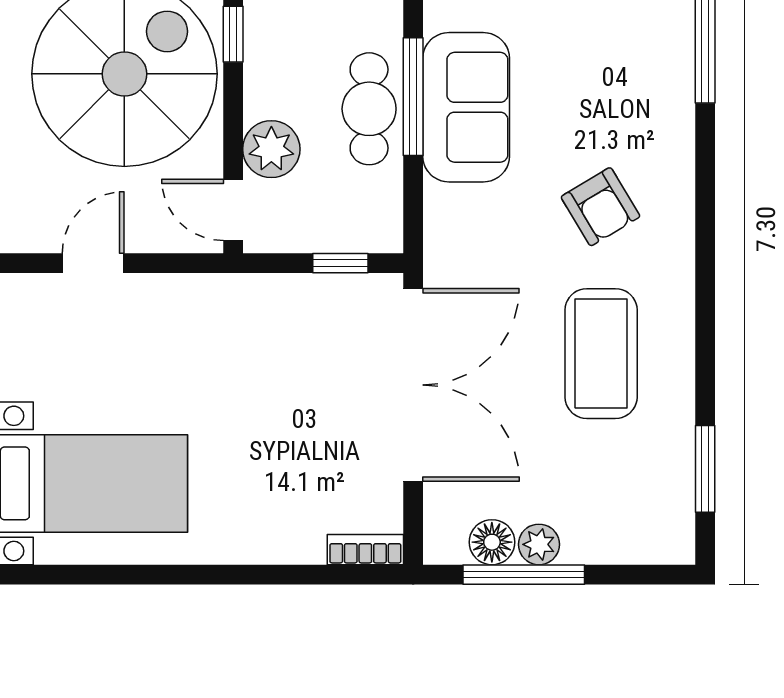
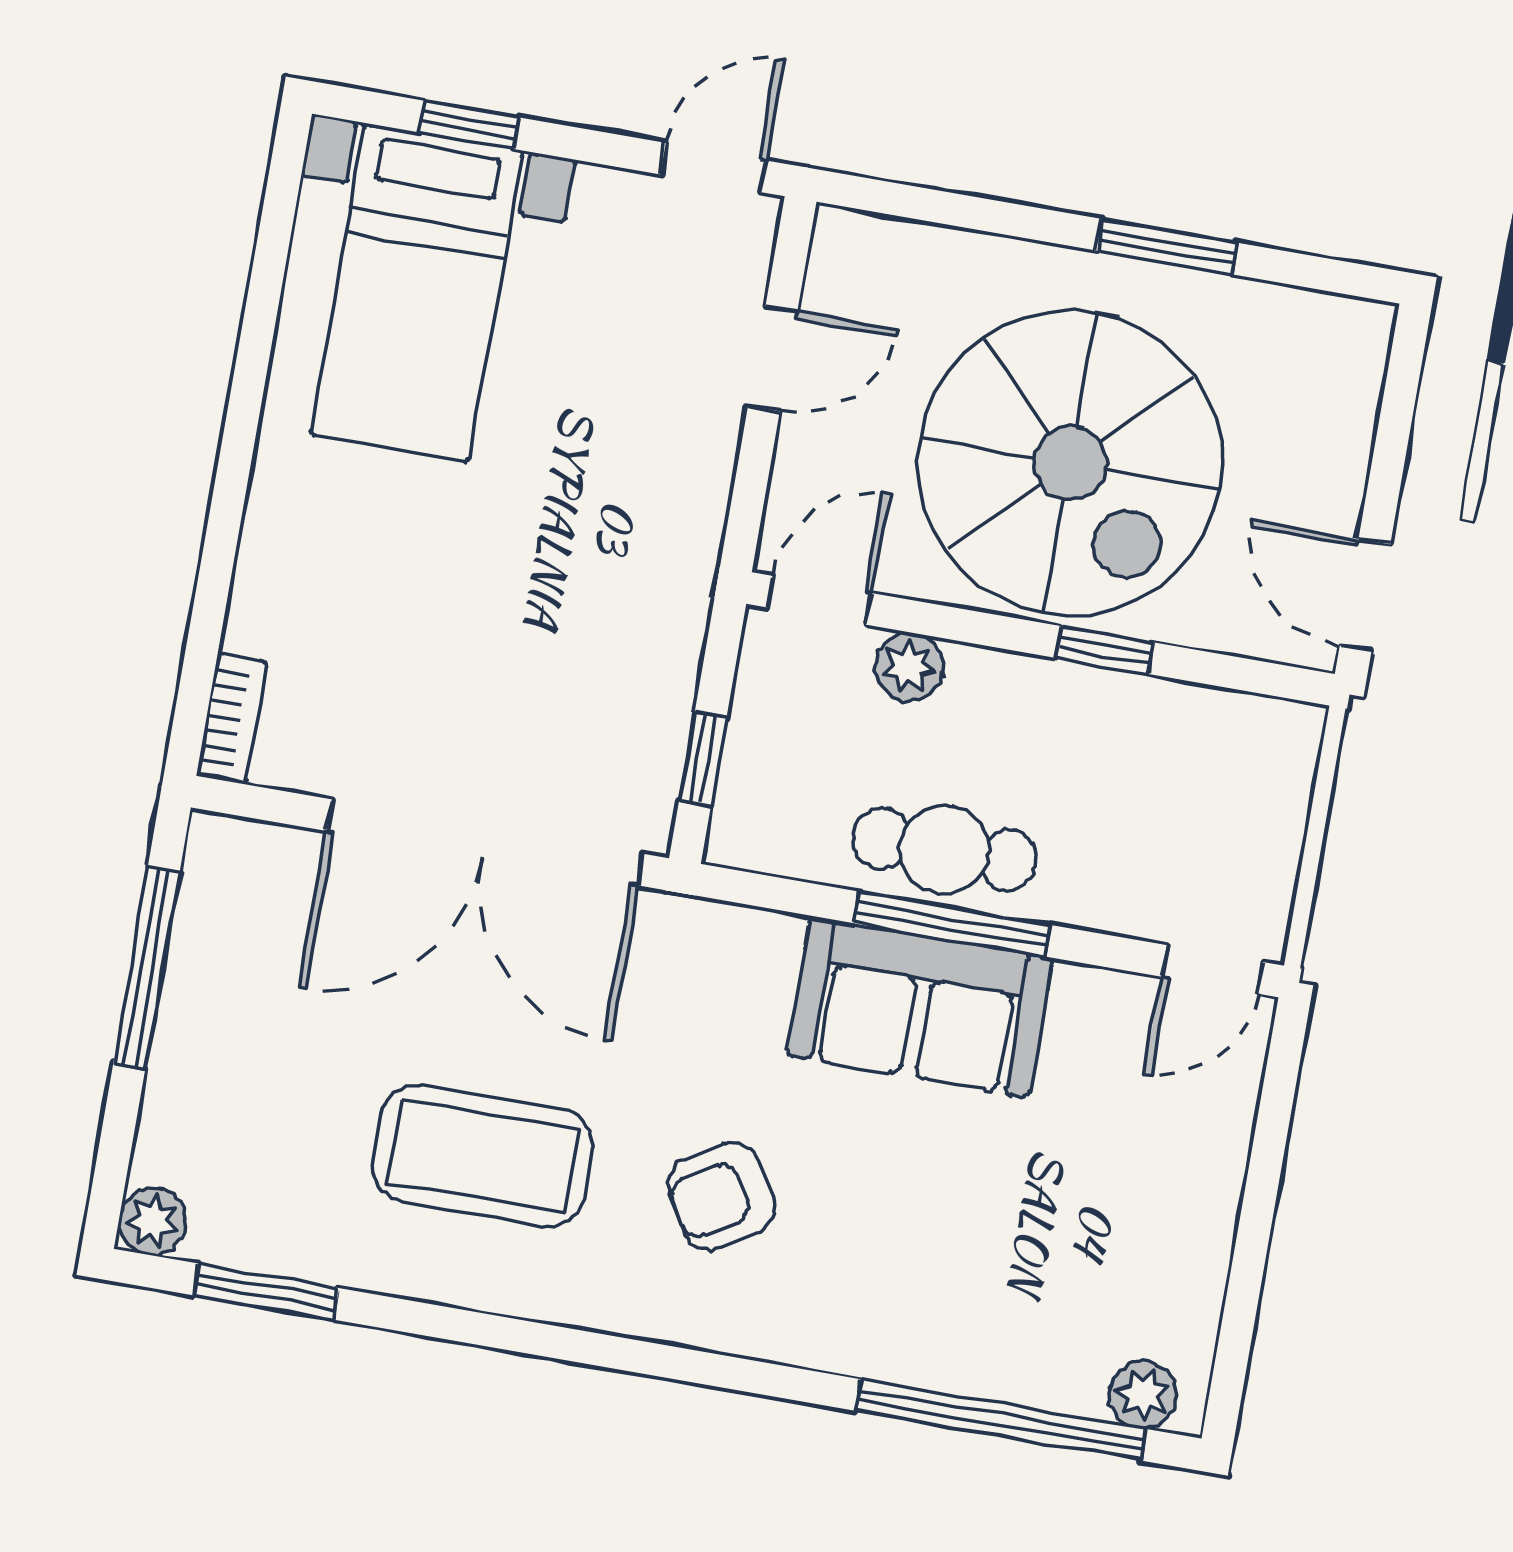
plant: (271, 149) -> (909, 667), width x0.73, depth x0.73
door: (93, 263) -> (773, 359), hinge flipped
floor lamp: (492, 542) -> (208, 926), removed
plant: (539, 544) -> (152, 1222), moved

